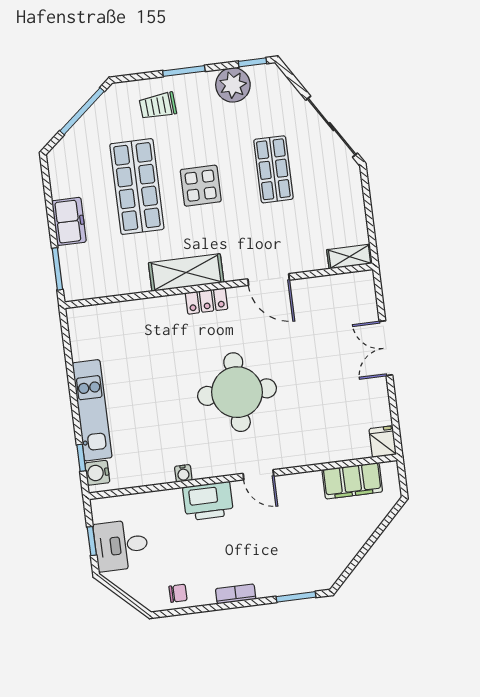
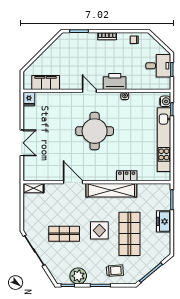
shop shelf: (273, 169) -> (64, 234), turned 90
shelving: (186, 273) -> (111, 190), width x1.47
locker: (206, 301) -> (127, 176), moved
kitchen unit: (92, 410) -> (164, 140), width x1.36

